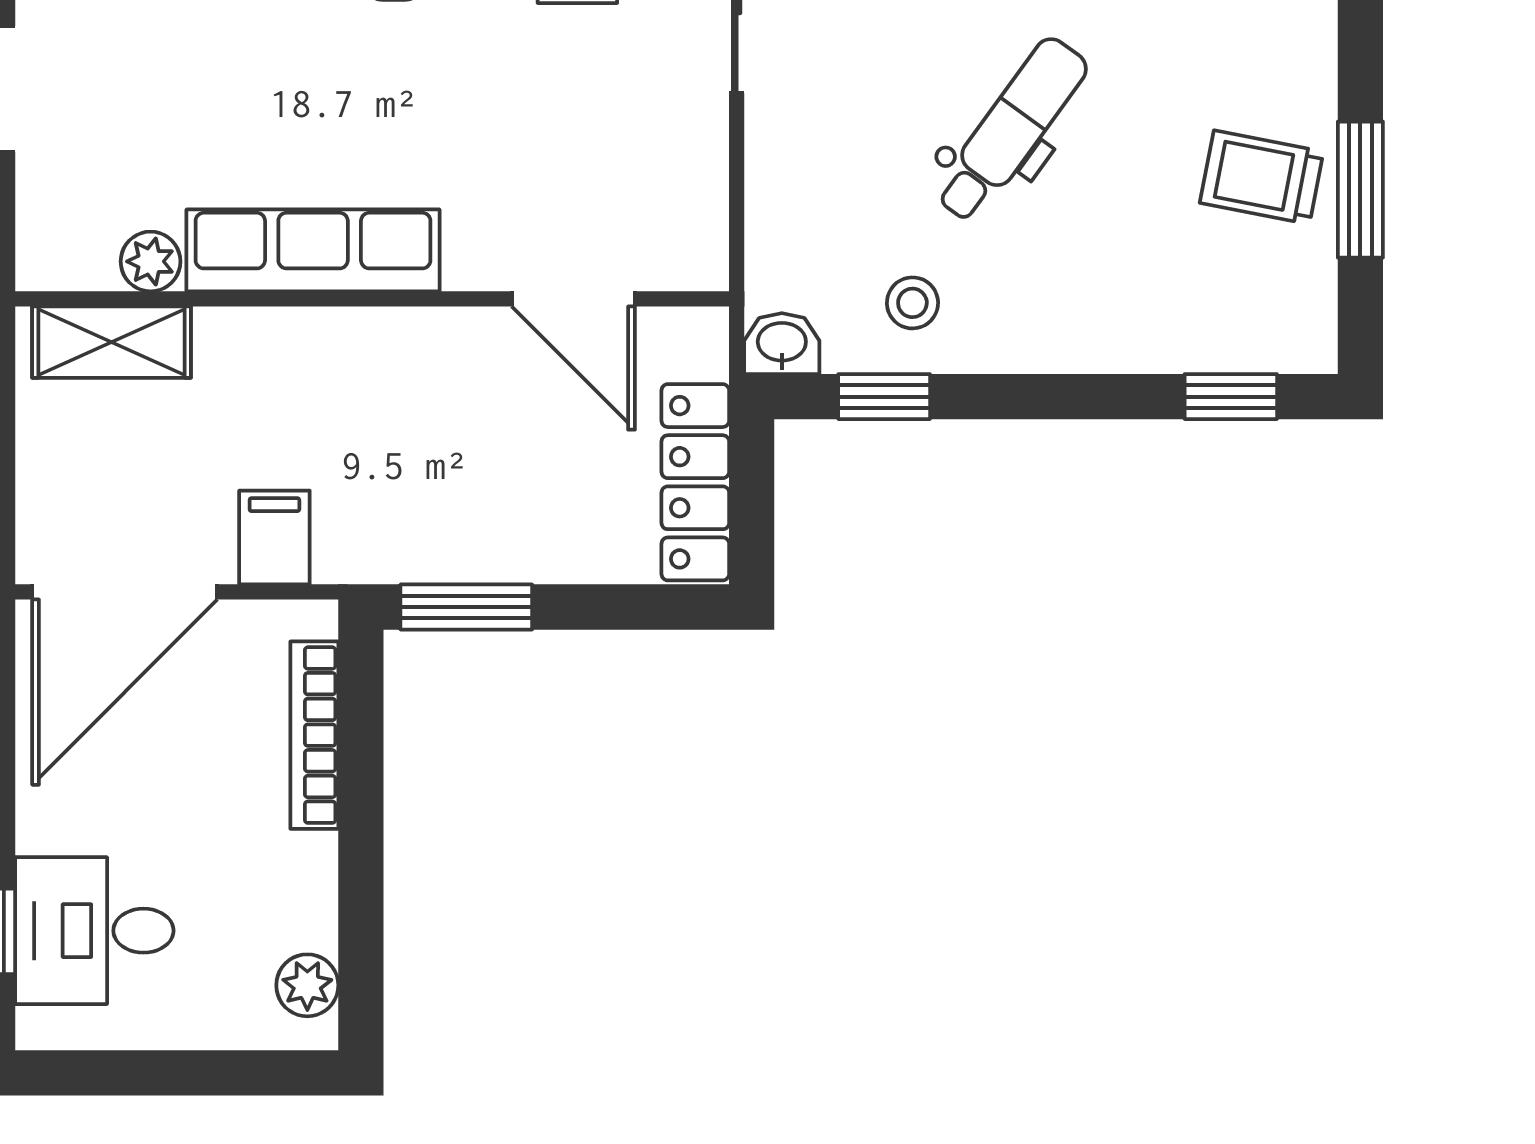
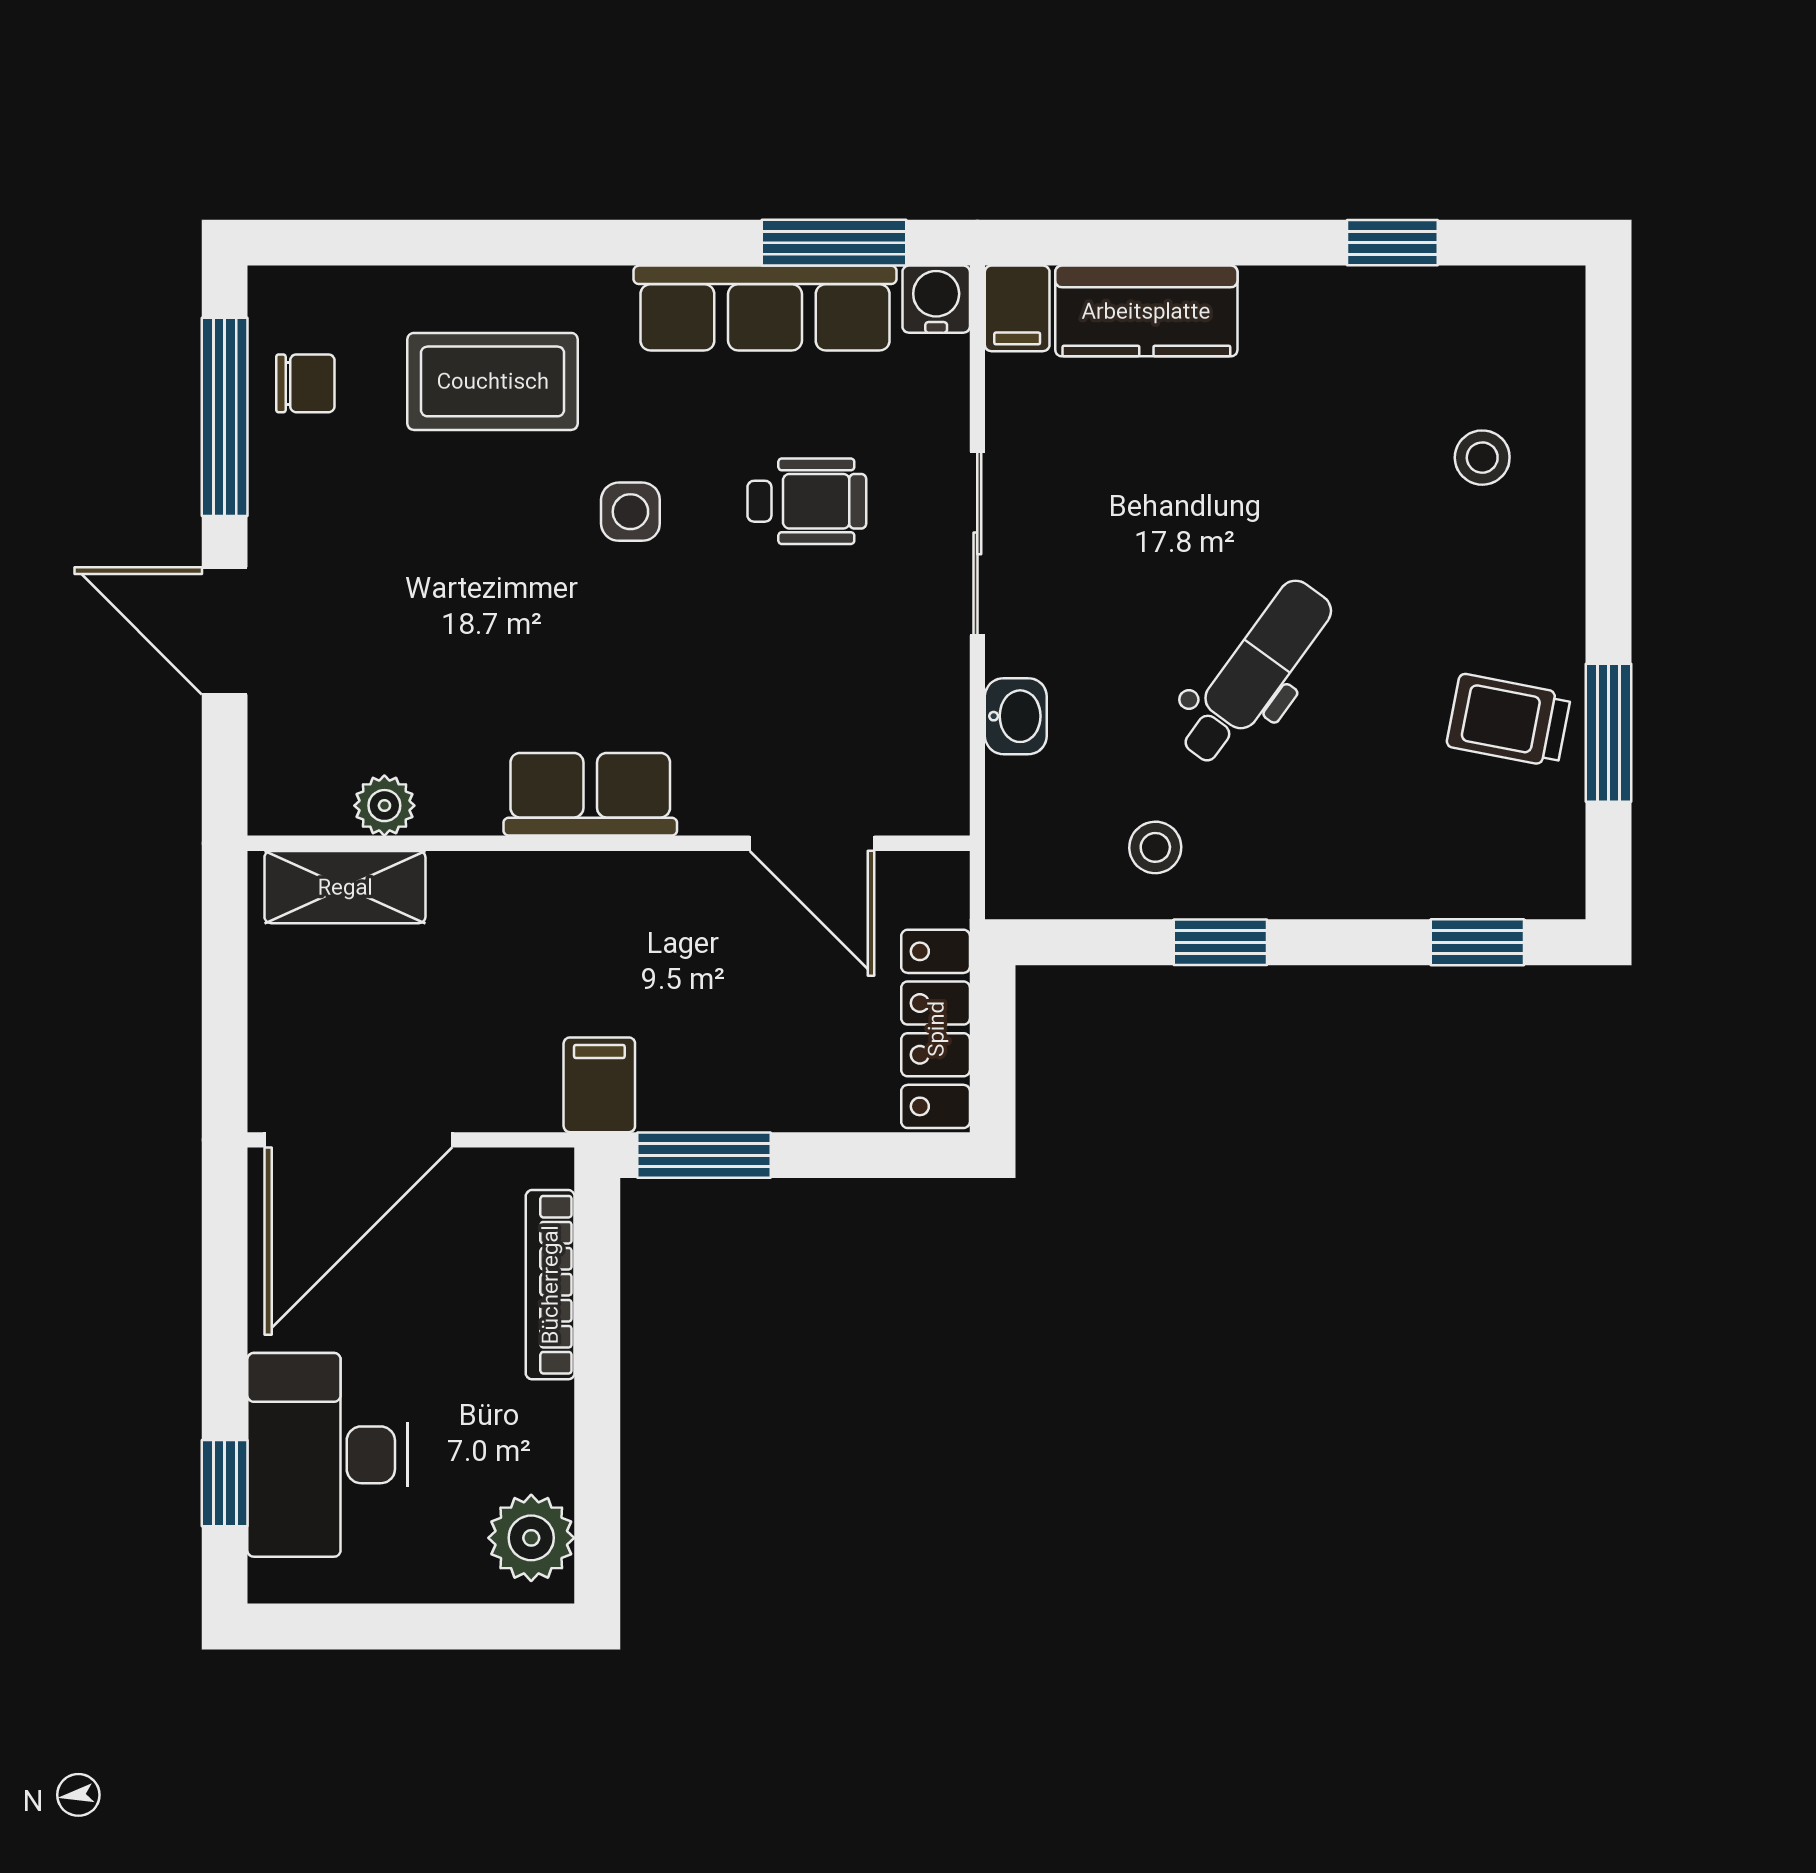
row of seats: (313, 250) -> (590, 794), width x0.68
washbasin: (782, 344) -> (1016, 716), moved, turned 90
window: (884, 397) -> (1220, 942), moved
filing cabinet: (274, 537) -> (599, 1085), moved
desk: (94, 931) -> (328, 1455), width x1.37
plant: (307, 985) -> (531, 1538), width x1.38, depth x1.38

